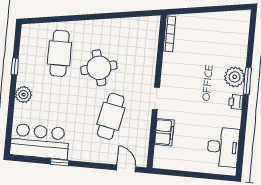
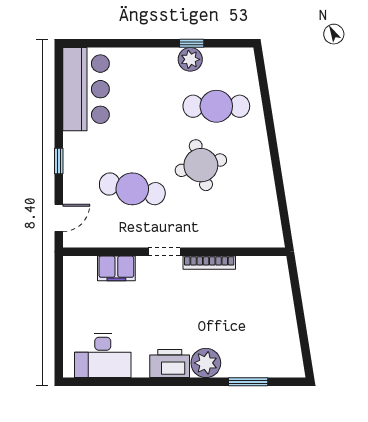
bookcase: (169, 34) -> (209, 263), moved
window: (247, 81) -> (248, 382), moved
plant: (23, 95) -> (190, 59), moved
printer: (236, 102) -> (170, 363), width x1.87, depth x1.48
window: (60, 162) -> (59, 161), moved

